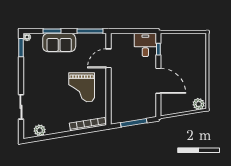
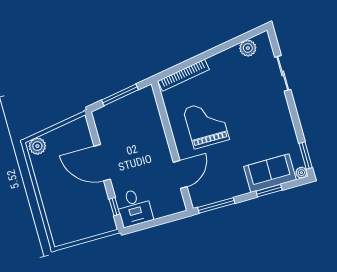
sofa: (59, 42) -> (270, 173), moved

